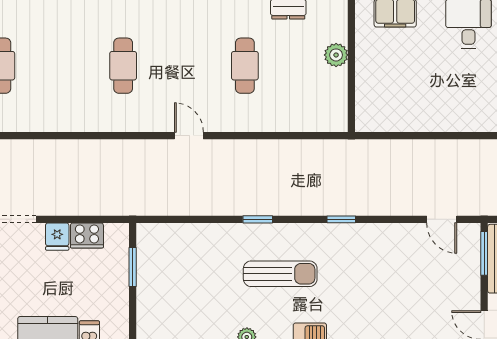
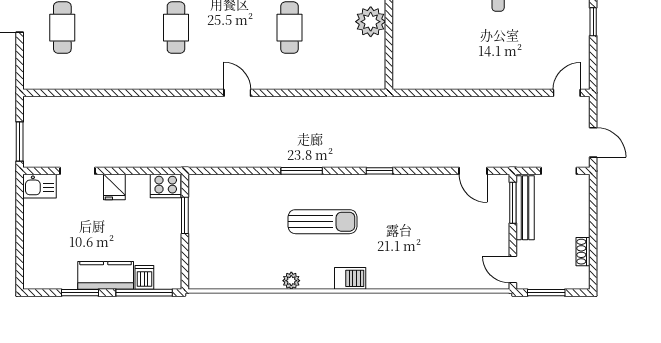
plant: (336, 55) -> (371, 22), width x1.36, depth x1.36
window: (258, 219) -> (302, 171), width x1.50
cooker: (87, 235) -> (166, 186), moved

